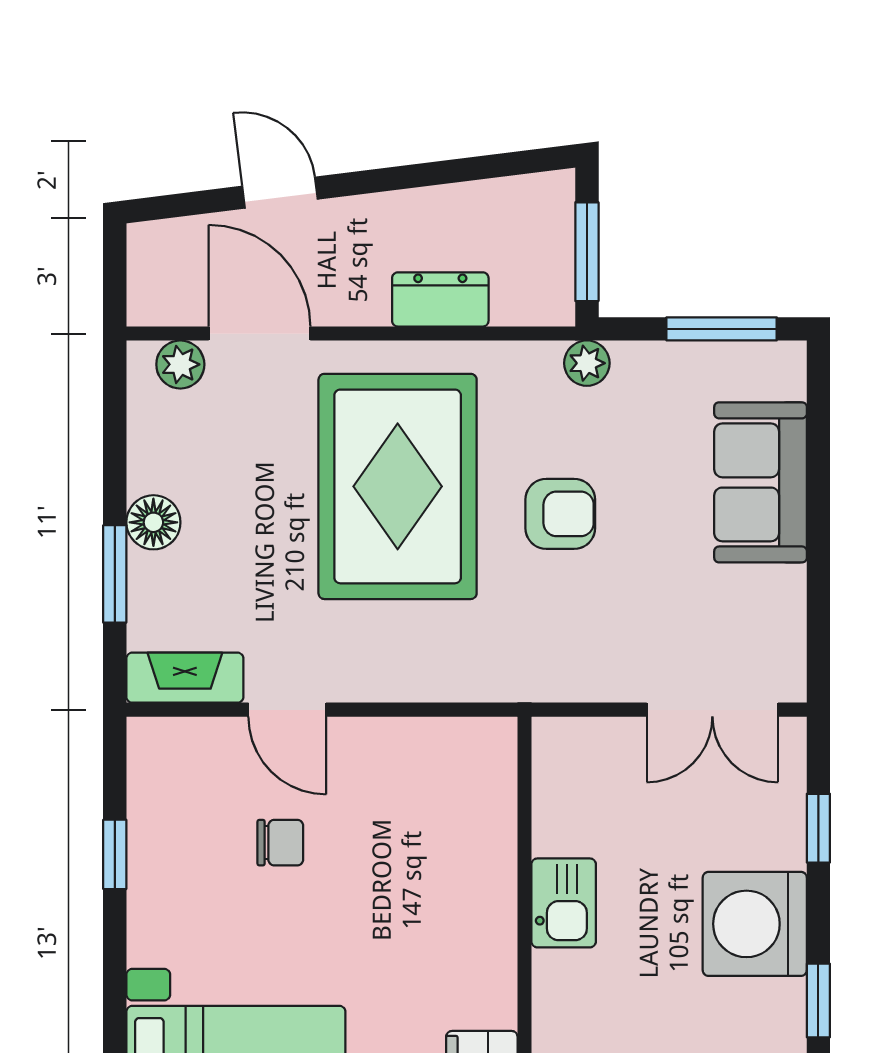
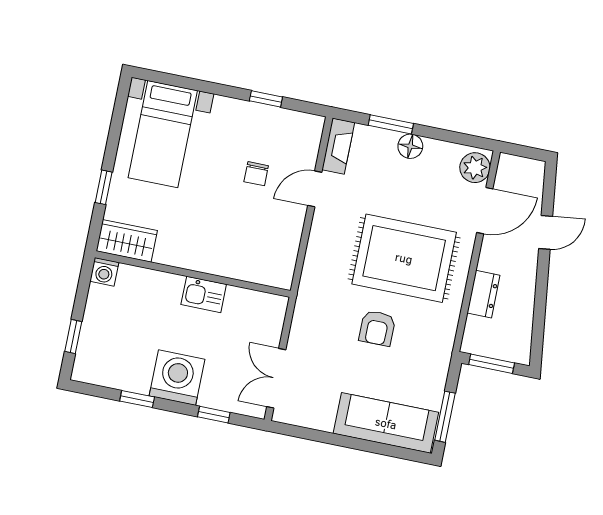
plant: (587, 363) -> (442, 354), removed
plant: (180, 364) -> (475, 168), width x1.38, depth x1.38
sofa: (761, 482) -> (386, 423), width x1.36

